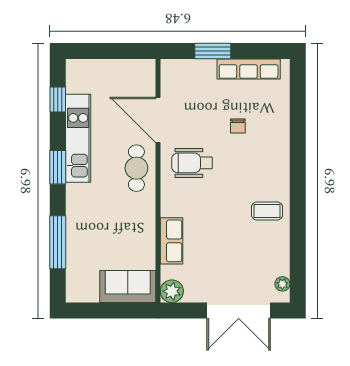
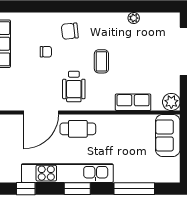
kitchen unit: (78, 138) -> (67, 173), width x1.36
chair: (265, 158) -> (70, 31), added
coffee table: (267, 211) -> (101, 61), moved
plant: (282, 284) -> (134, 18), moved

